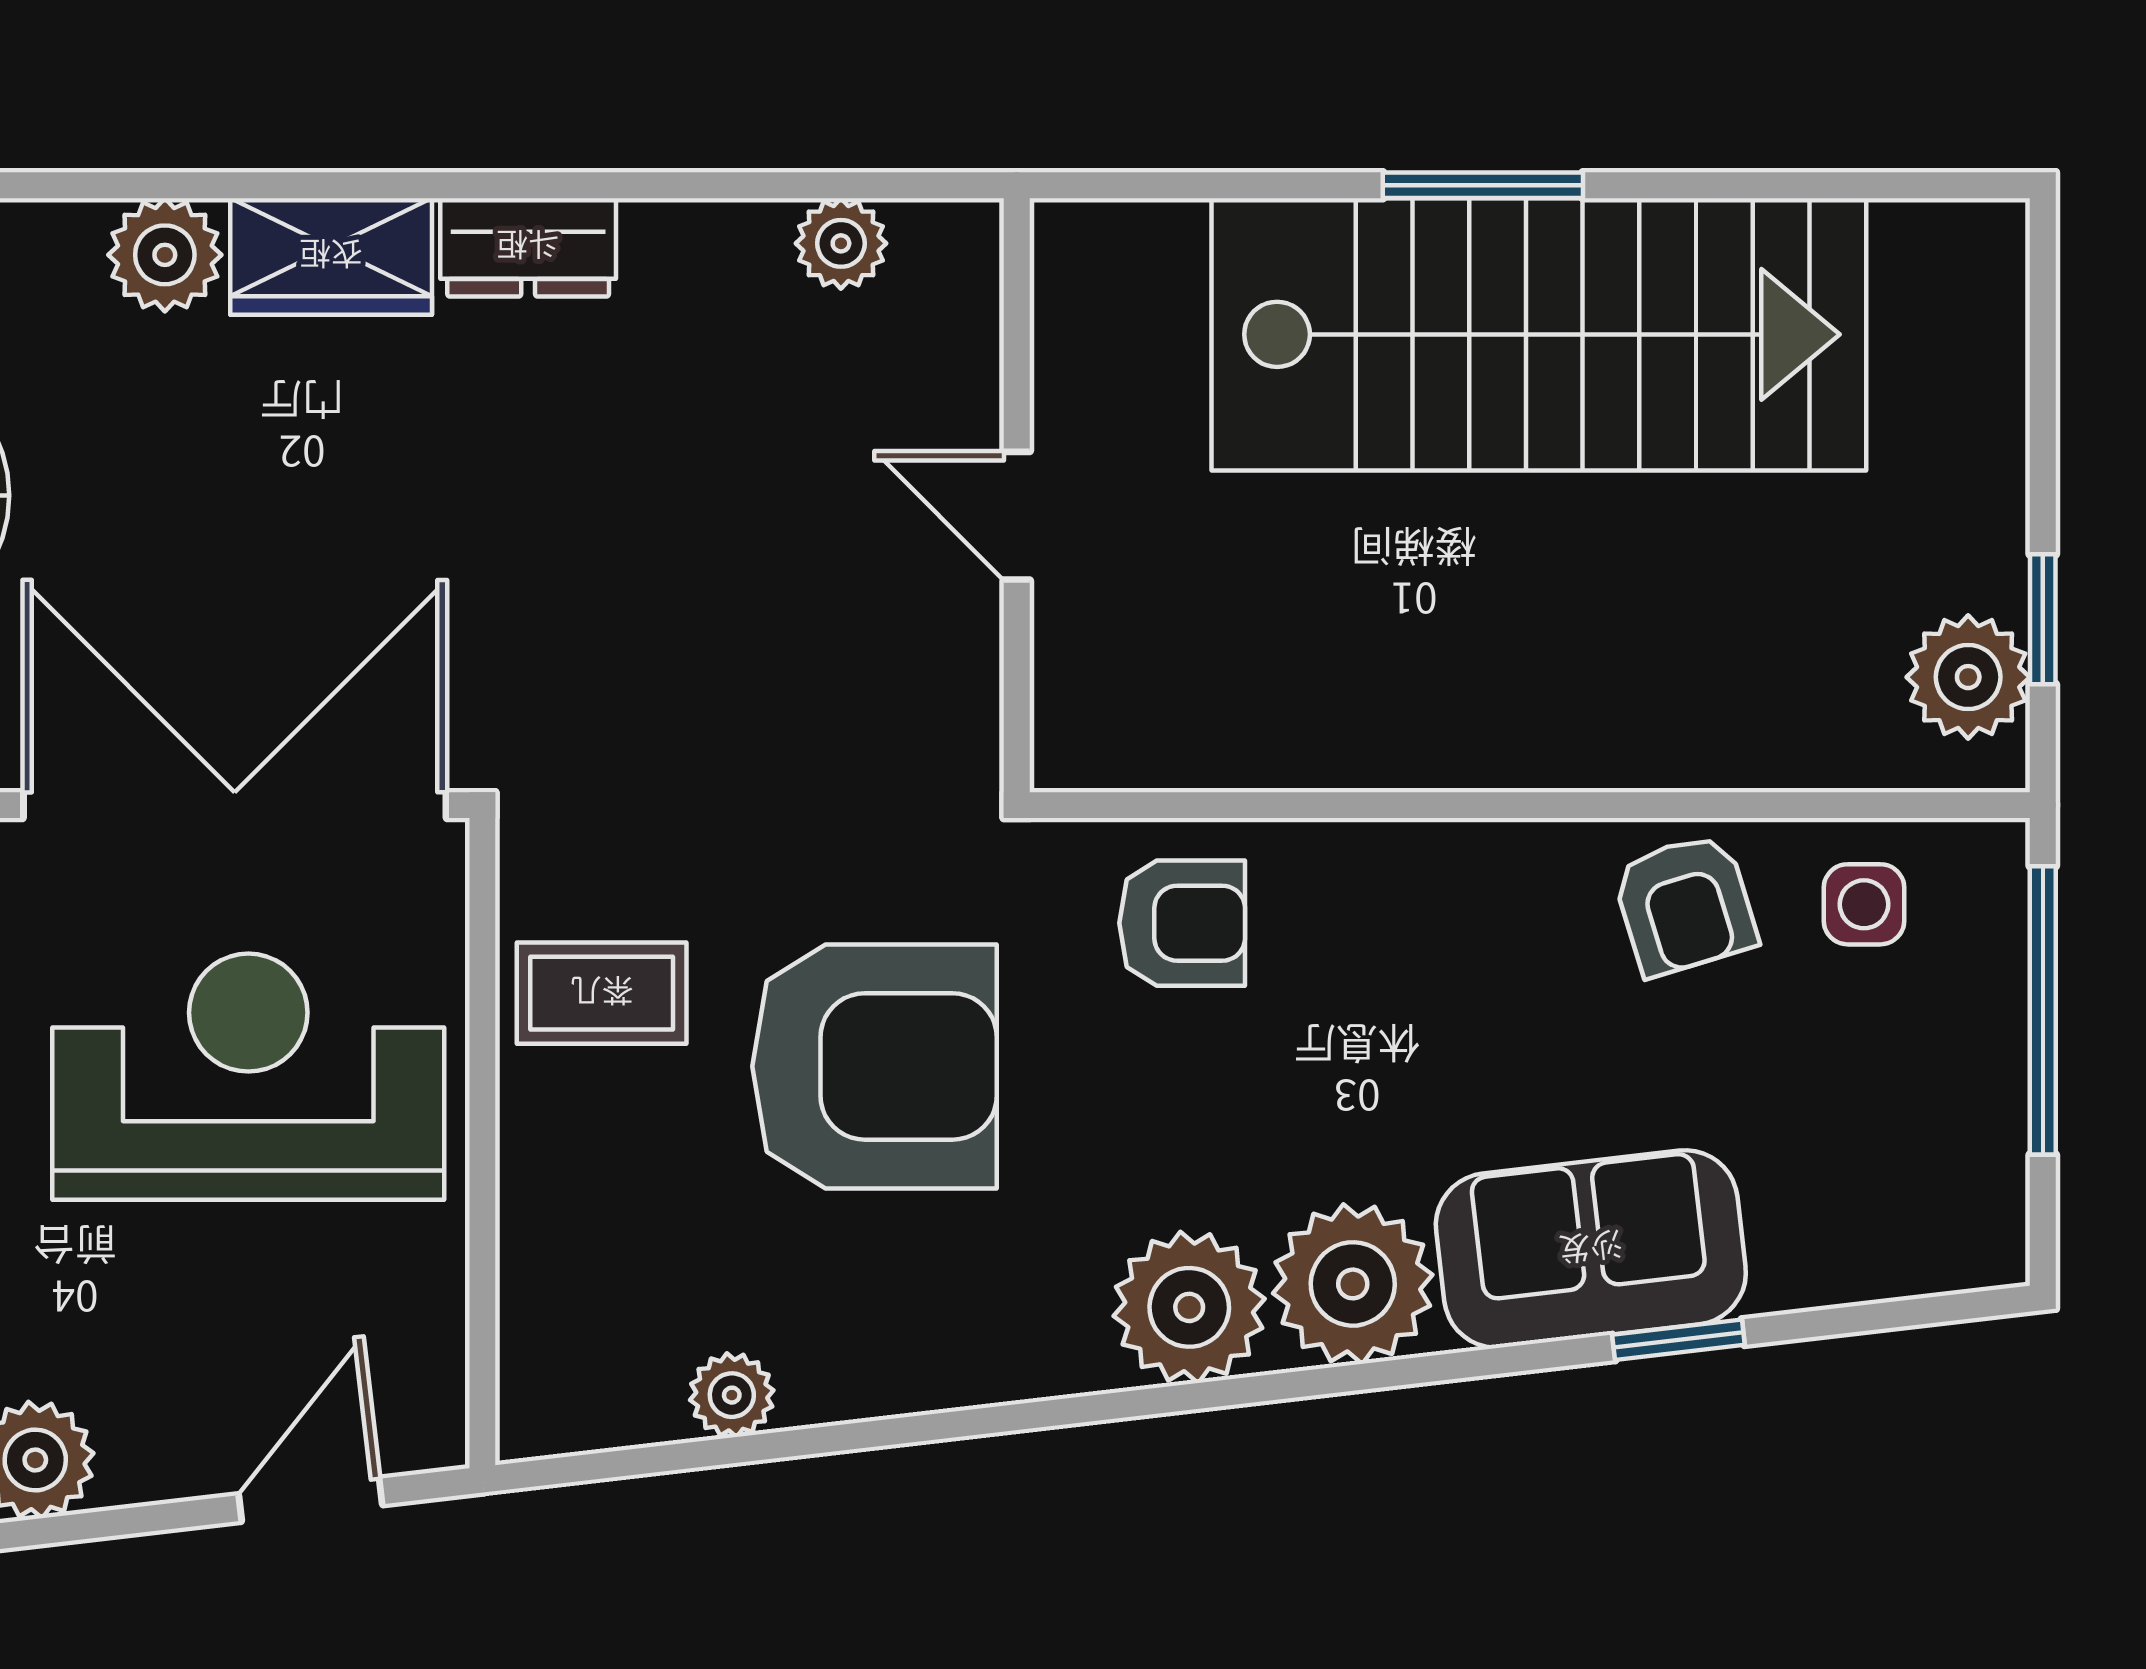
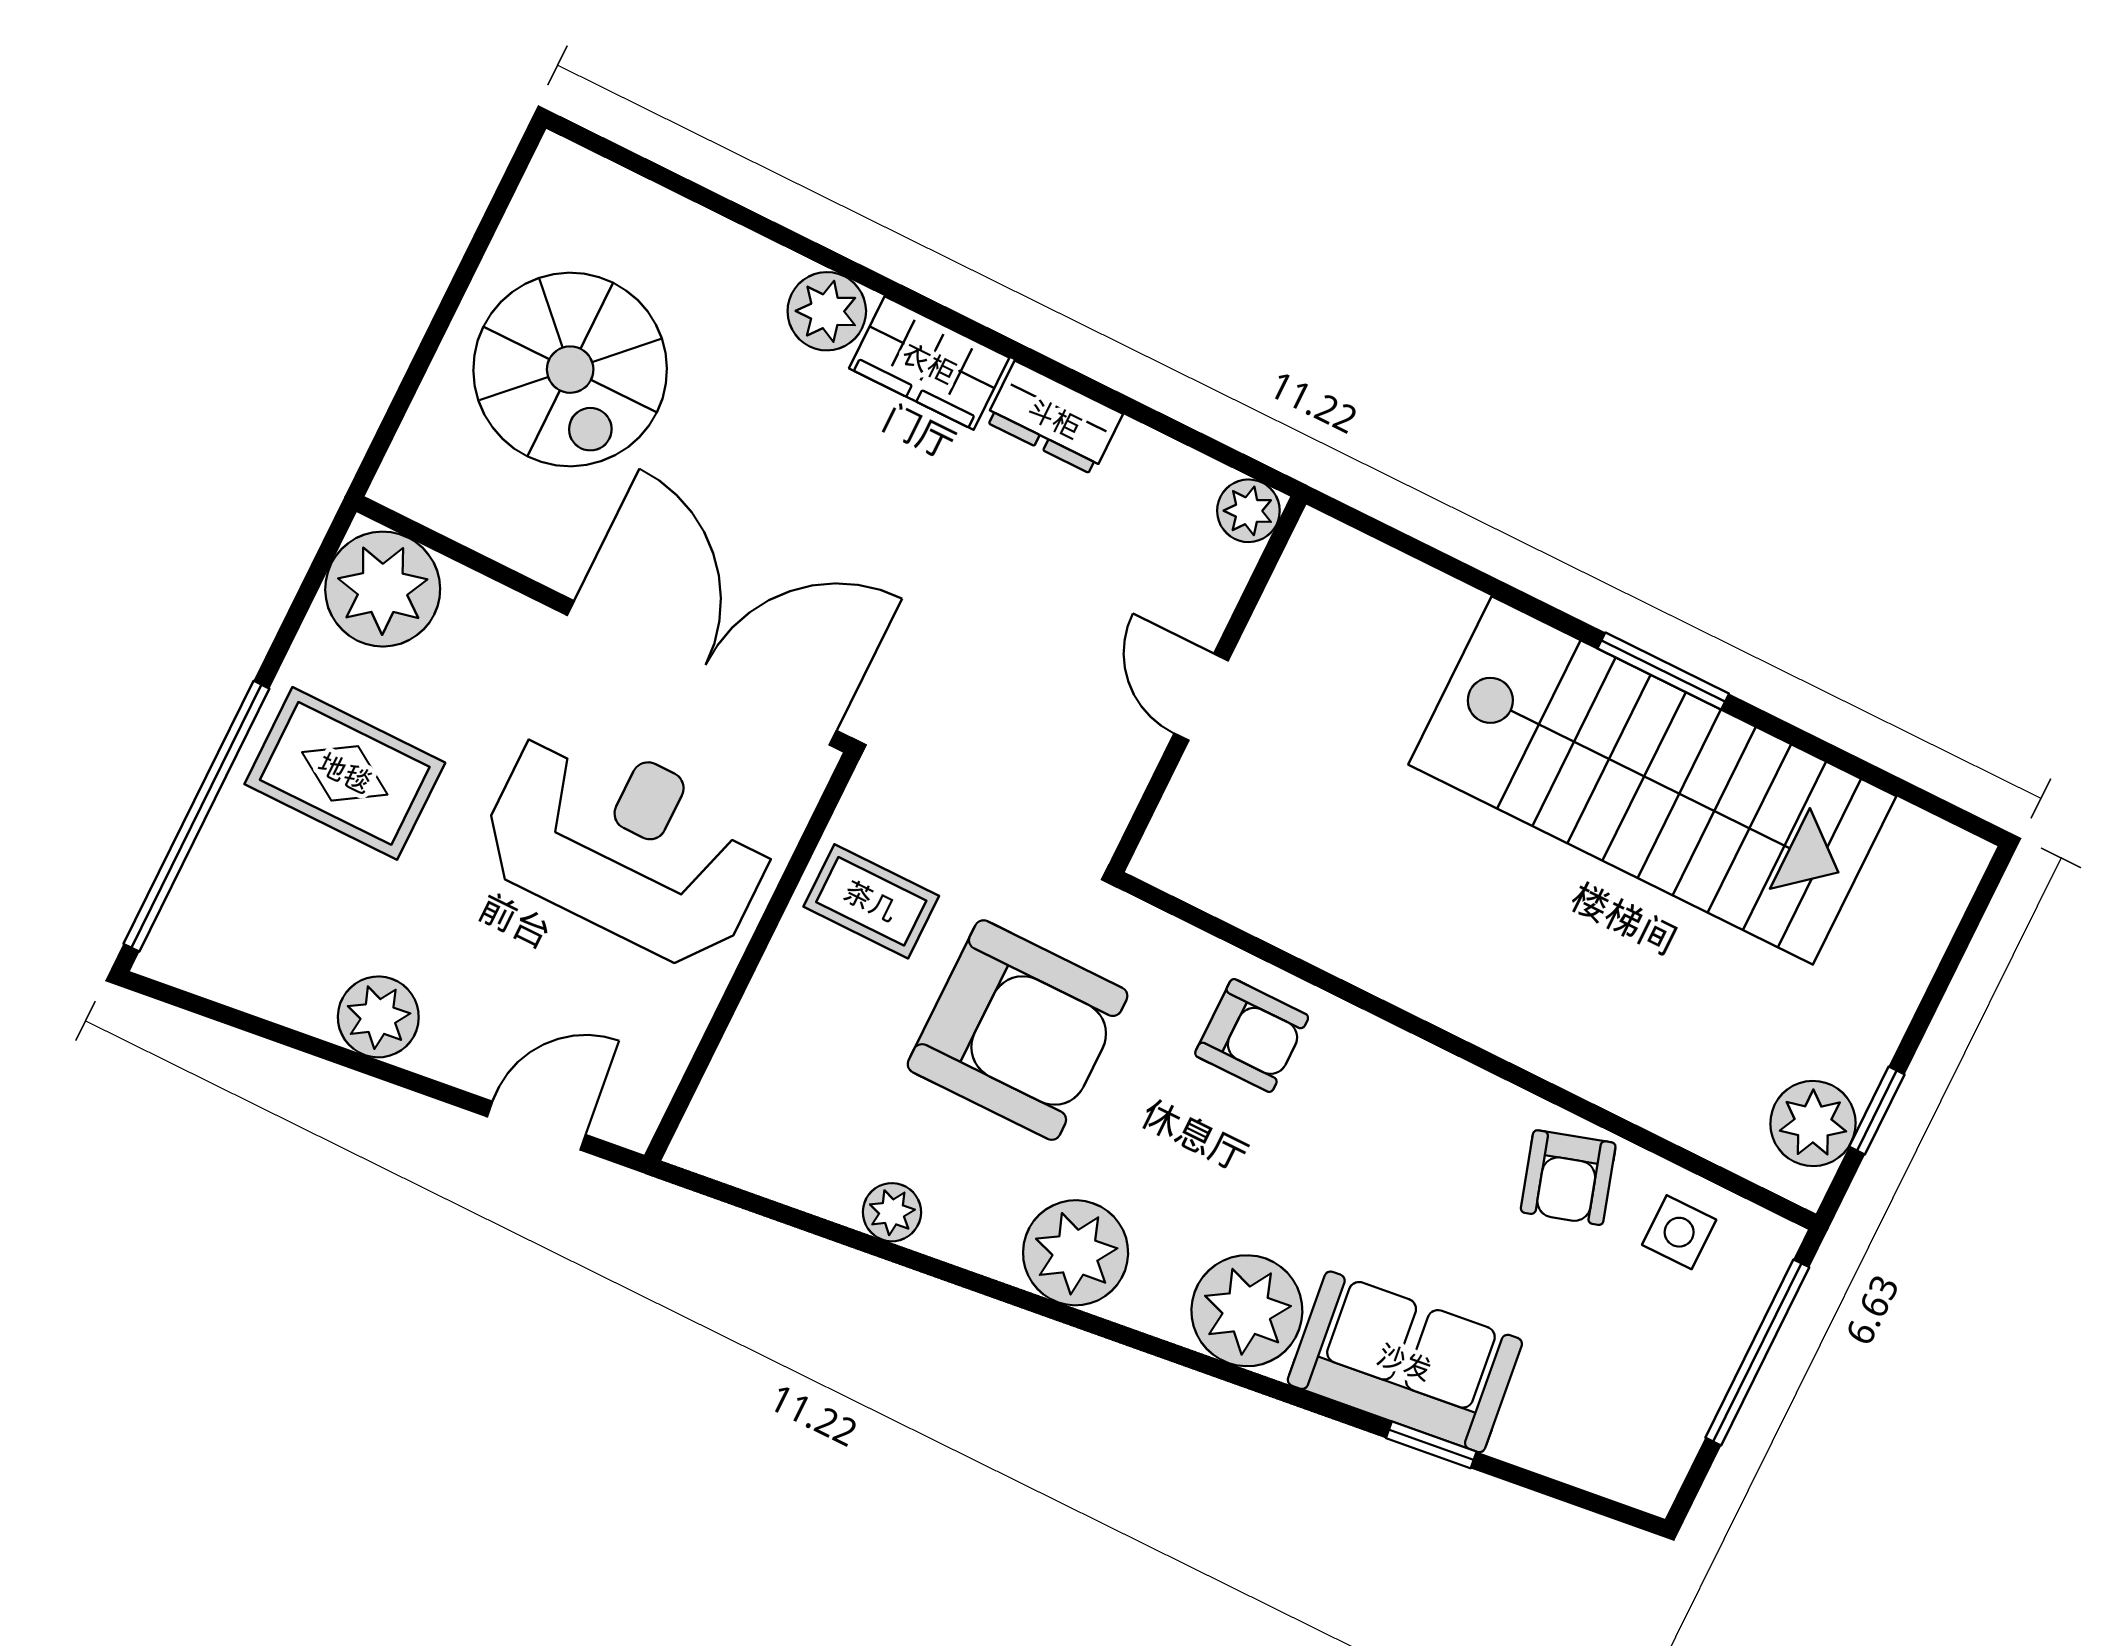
wall: (1017, 495) -> (1207, 684), moved
door: (1017, 516) -> (1201, 697), moved
plant: (1189, 1307) -> (1076, 1253), moved
plant: (732, 1395) -> (892, 1212), moved

